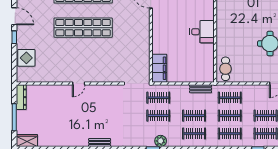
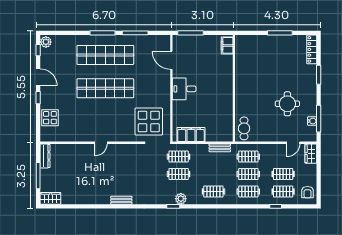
desk: (202, 32) -> (184, 89), moved, turned 180
display table: (128, 62) -> (149, 122), added
filing cabinet: (159, 68) -> (191, 135), moved, turned -90
clothes rail: (194, 116) -> (213, 174), removed

